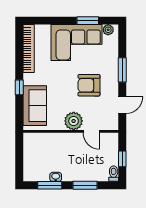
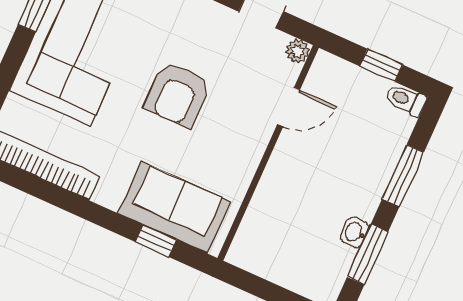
armchair: (89, 85) -> (177, 94), moved
window: (19, 87) -> (156, 241), moved
plant: (74, 121) -> (297, 51), moved, width x0.53, depth x0.53

